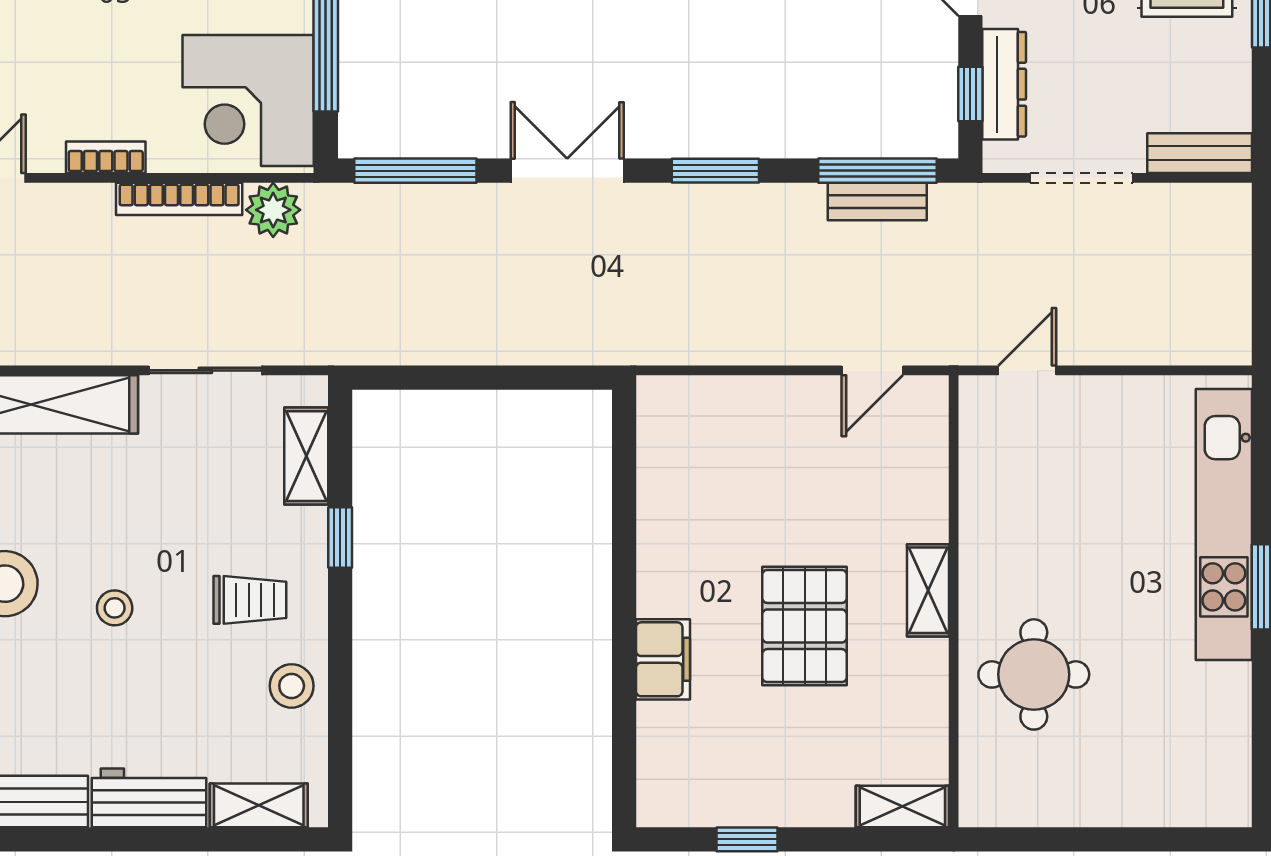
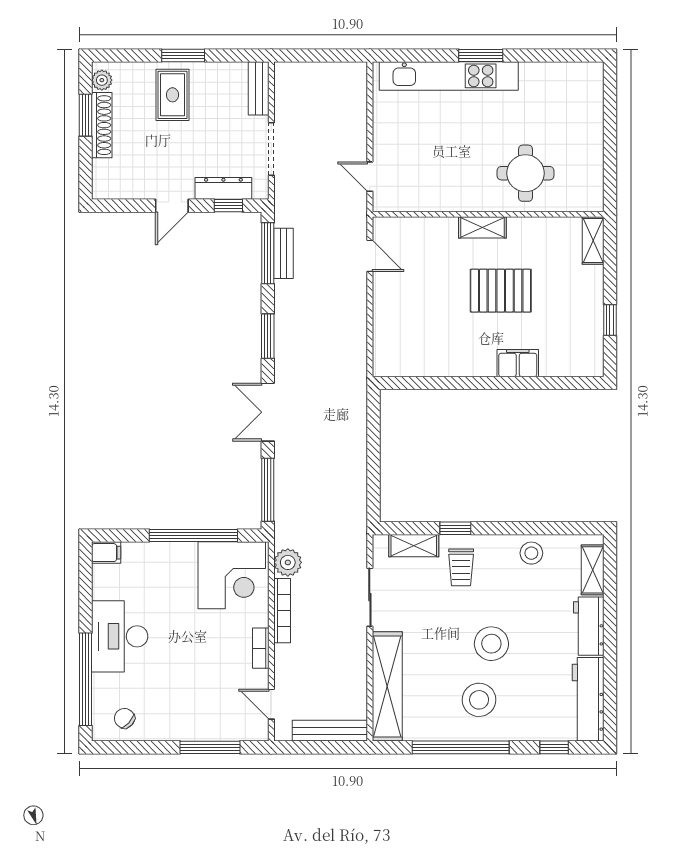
trolley: (250, 600) -> (461, 567), moved, turned 180
stool: (115, 608) -> (491, 644), width x1.89, depth x1.89

